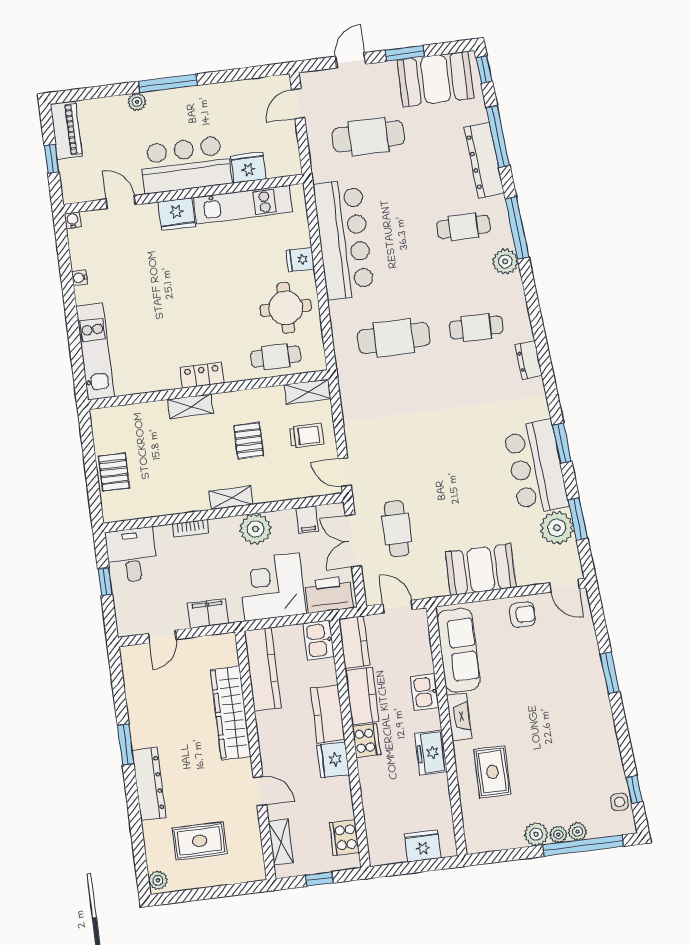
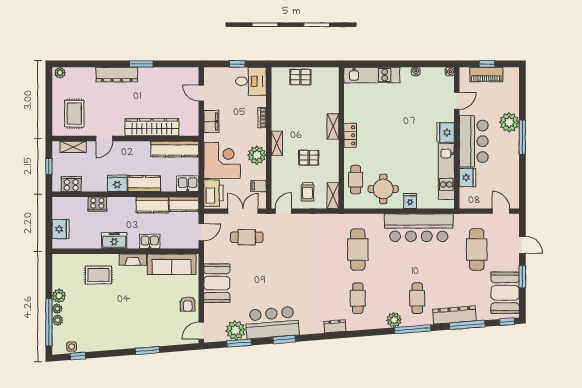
plant: (137, 102) -> (509, 122), width x1.87, depth x1.87
piano: (66, 130) -> (486, 75), moved
cooker: (366, 741) -> (97, 204), moved
rug: (200, 841) -> (74, 114), moved

